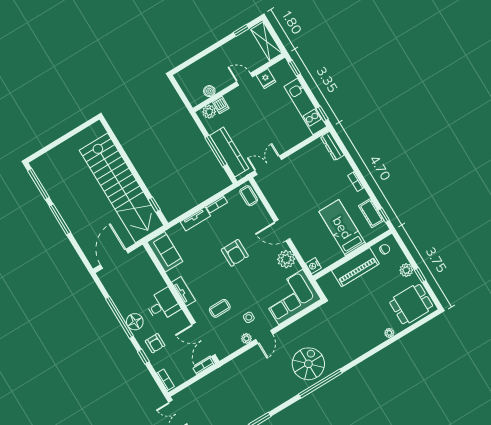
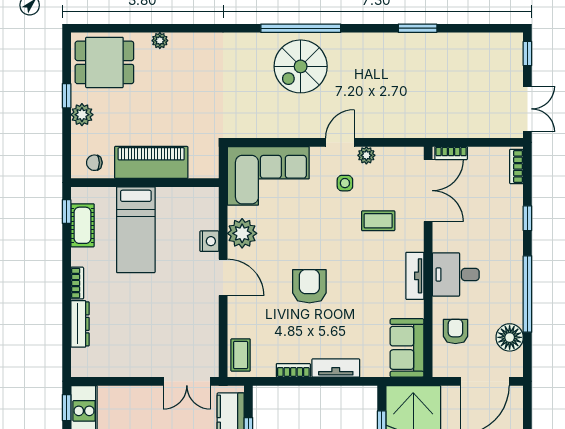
dresser: (332, 146) -> (80, 324), moved
nightstand: (313, 266) -> (209, 241), moved
floor lamp: (135, 322) -> (510, 337), moved
armchair: (155, 343) -> (455, 331), moved

